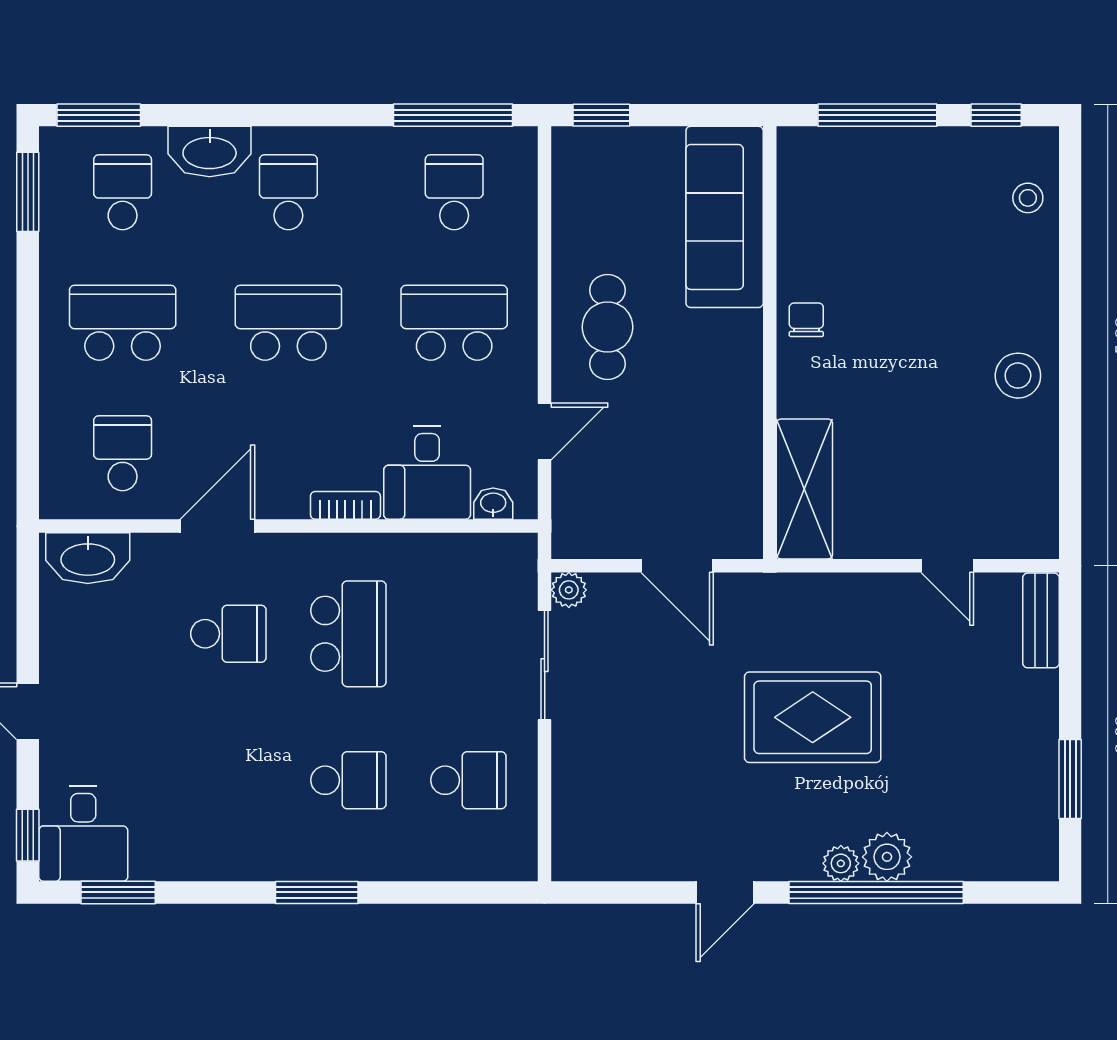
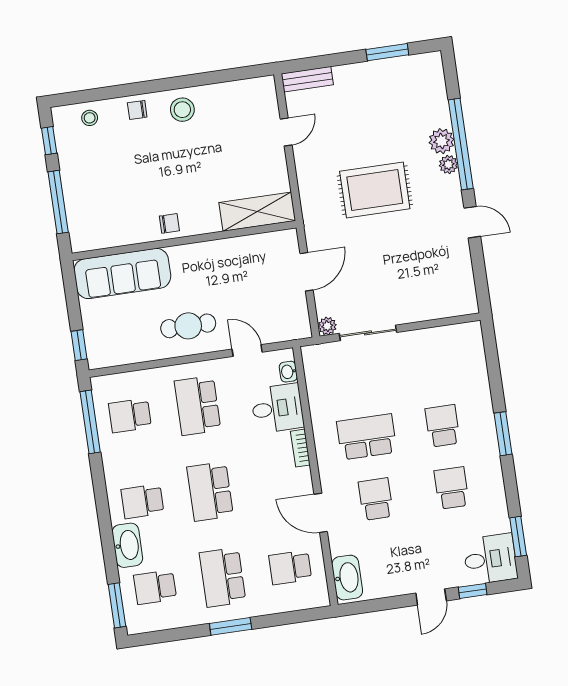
window: (28, 192) -> (231, 626), moved
chair: (1030, 290) -> (137, 110), added
chair: (806, 320) -> (169, 223), turned 180
rug: (813, 717) -> (375, 190), turned 90
school desk: (468, 780) -> (452, 488), moved
window: (28, 835) -> (473, 591), moved

